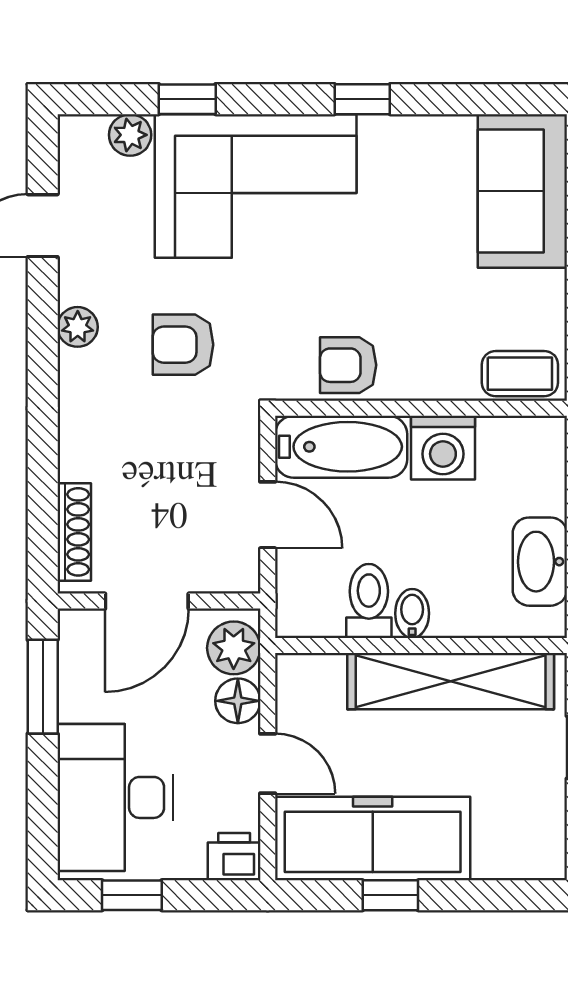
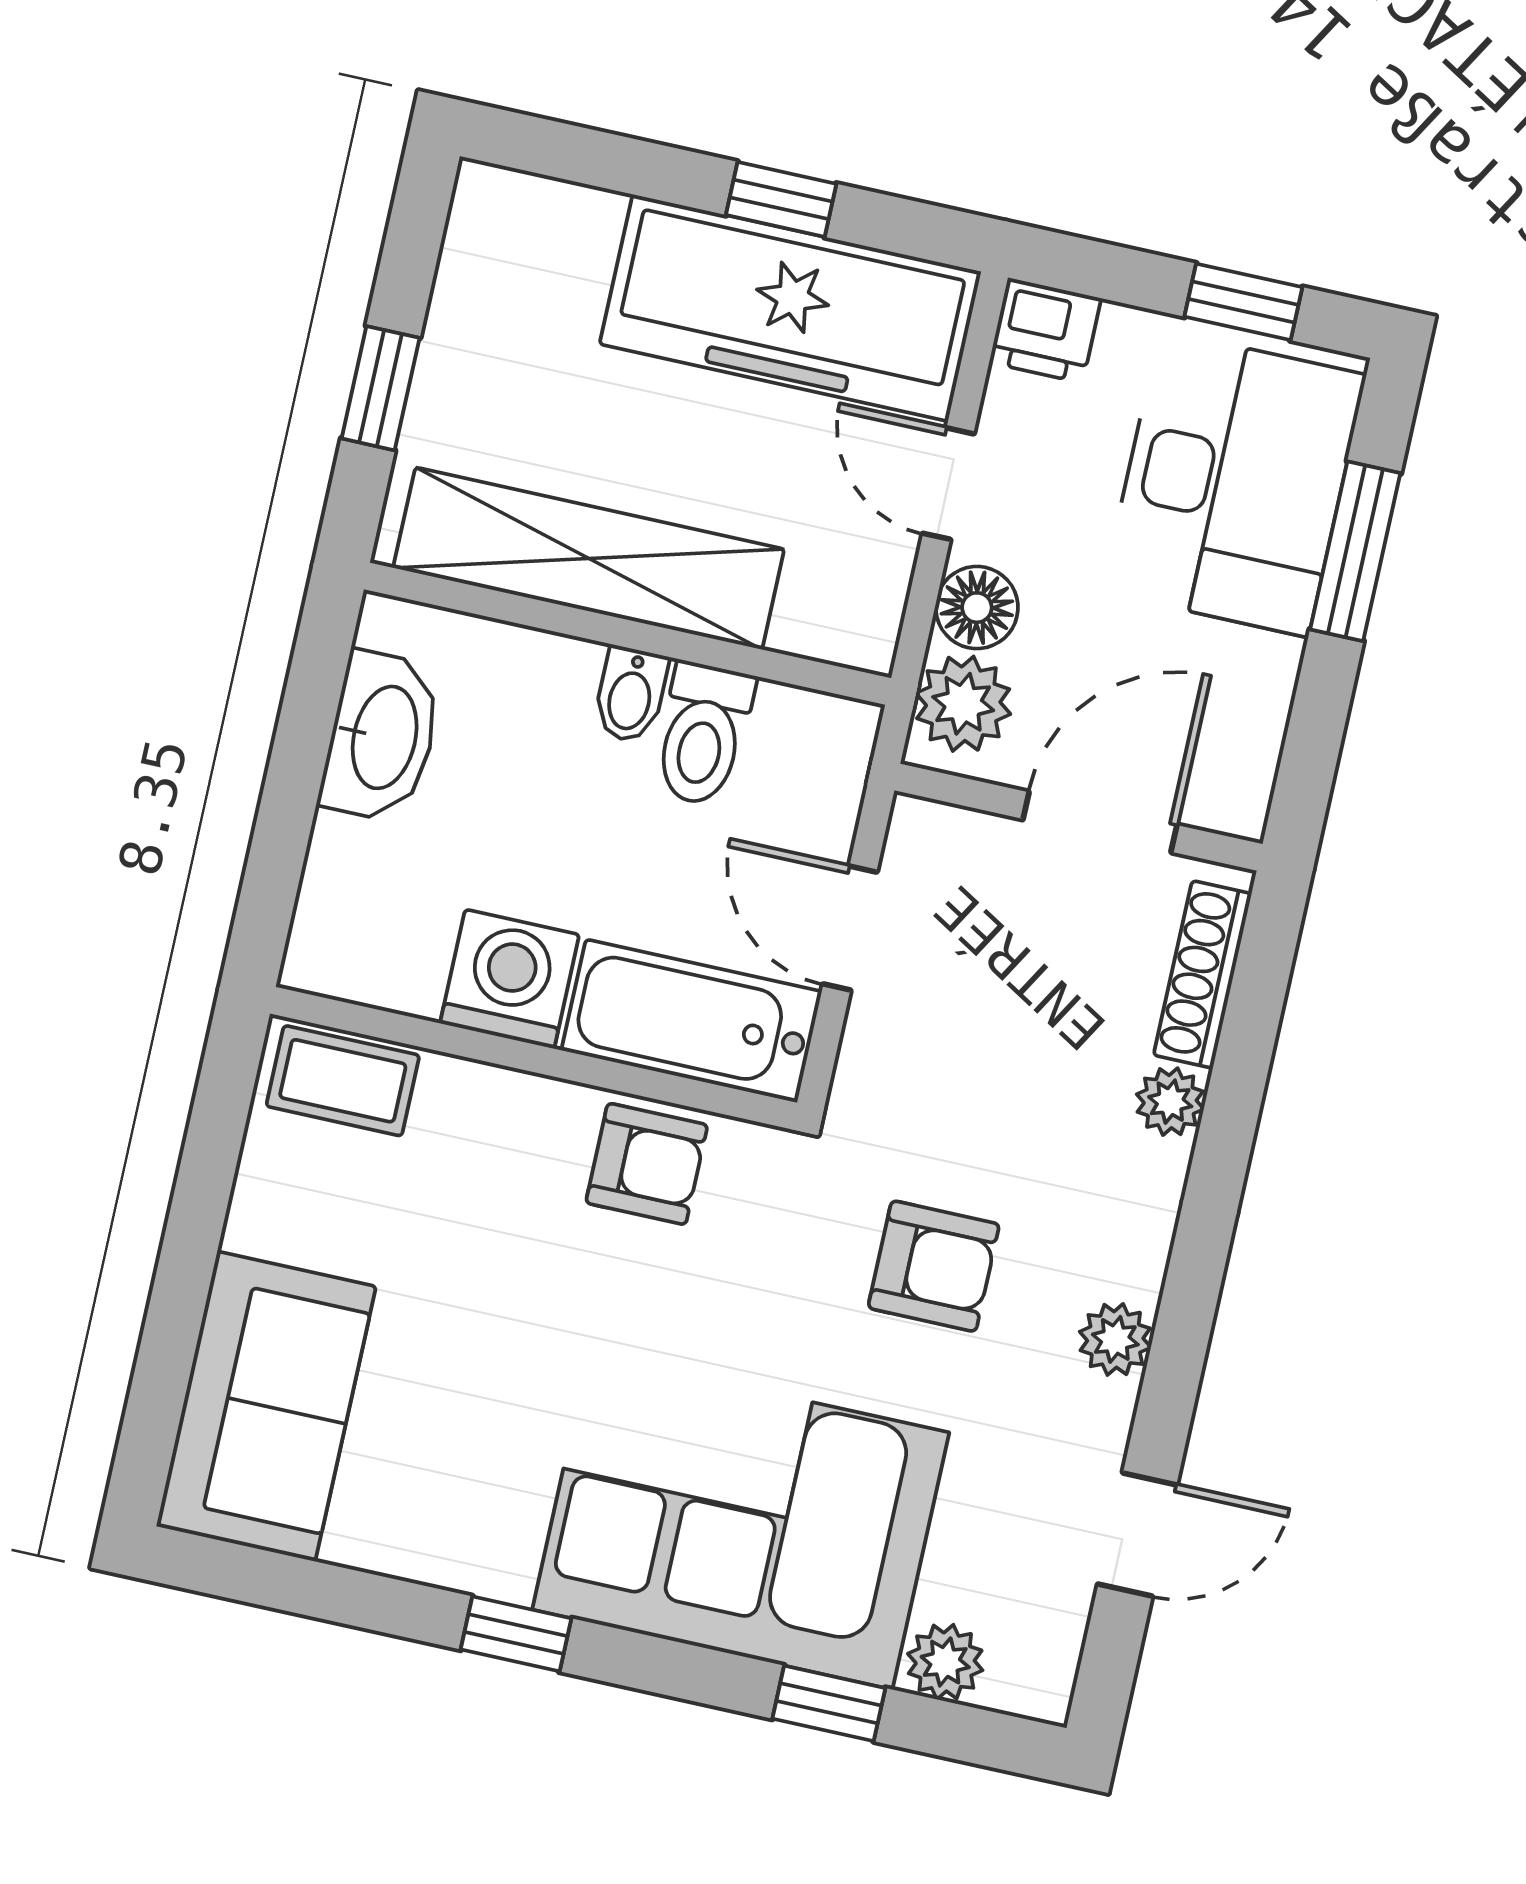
plant: (76, 460) -> (1170, 1102), added
window: (43, 687) -> (1355, 551), moved

